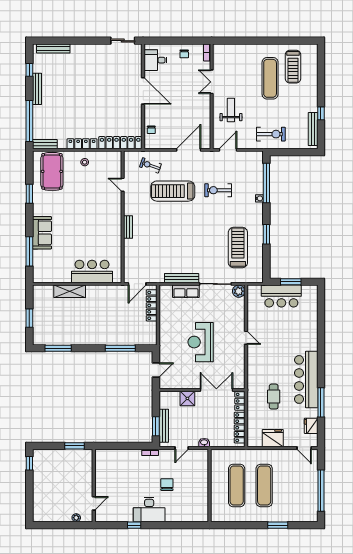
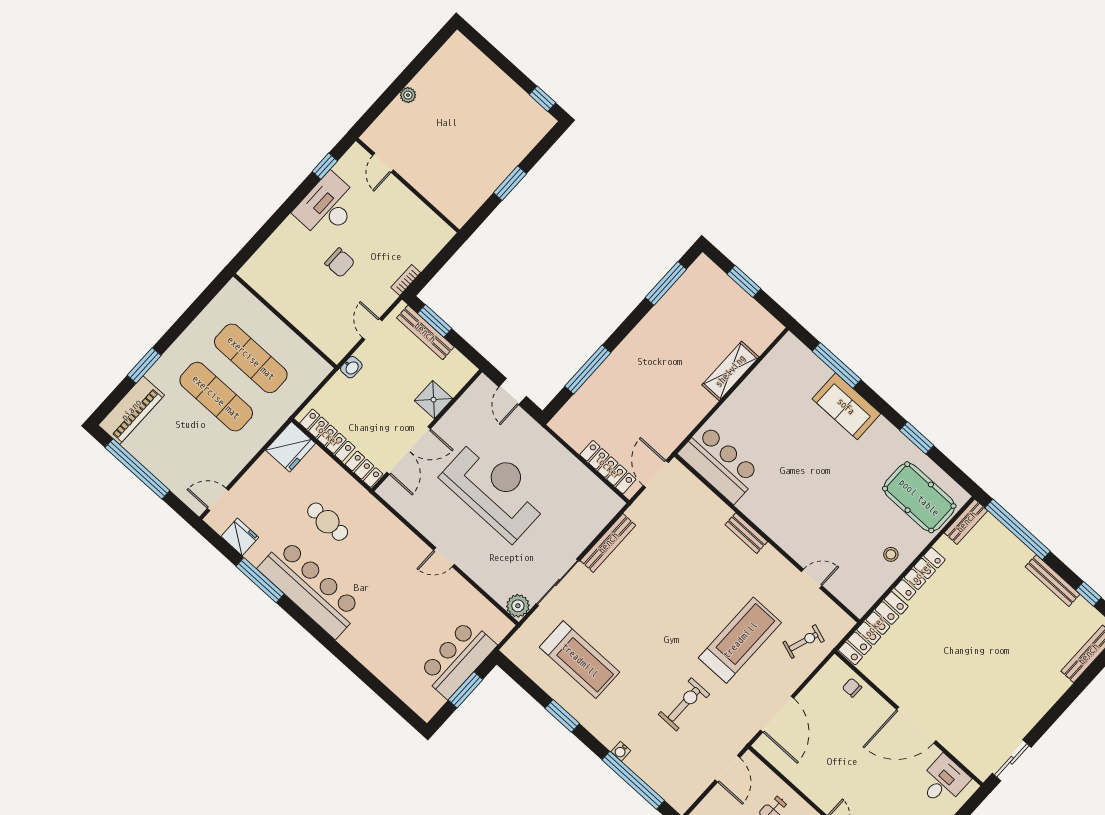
bar counter: (92, 272) -> (720, 464), moved, turned -90
row of seats: (186, 291) -> (584, 532), removed
reception desk: (201, 342) -> (495, 489), width x1.36, depth x1.30
fridge: (273, 438) -> (290, 447), moved
wall: (94, 485) -> (408, 185), moved
door: (94, 503) -> (383, 163), moved
piano: (300, 514) -> (131, 410), added

